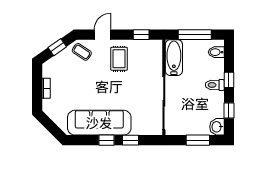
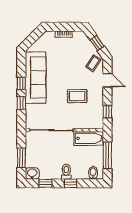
rug: (119, 59) -> (77, 96), moved

